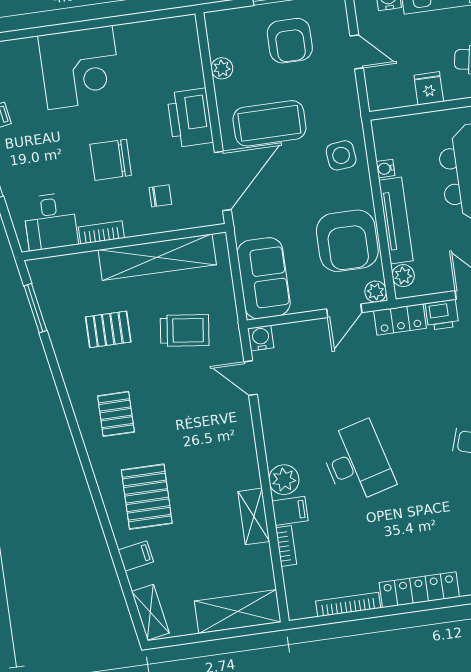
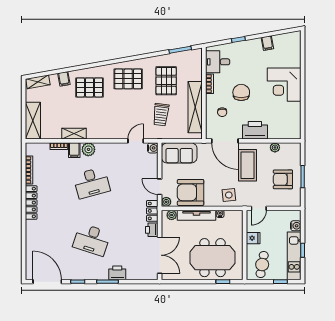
door: (357, 52) -> (259, 208), moved
pallet: (108, 329) -> (166, 81), width x1.50, depth x1.42
pallet: (116, 414) -> (128, 79), width x1.50, depth x1.42

